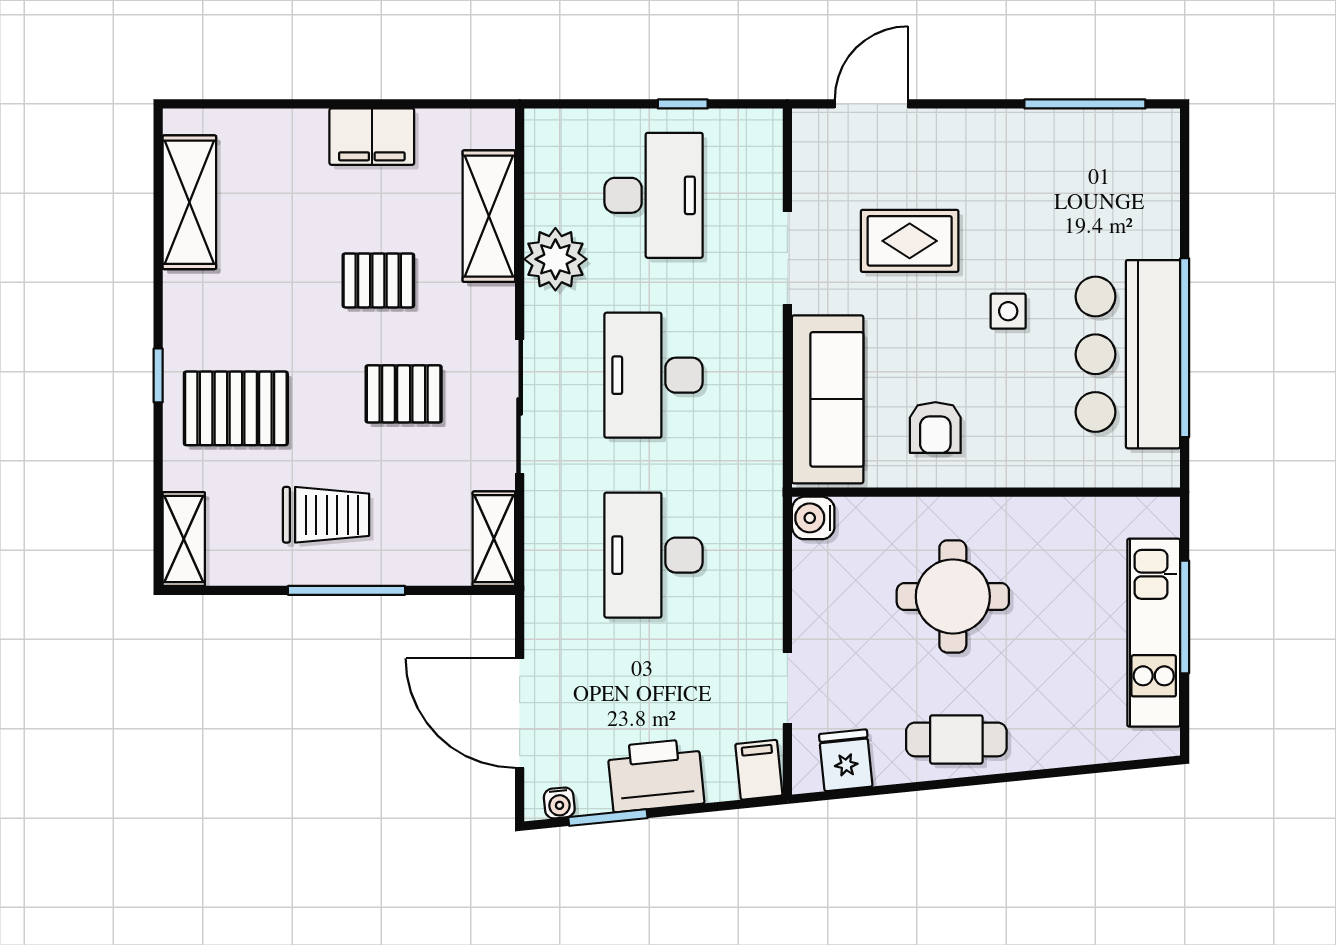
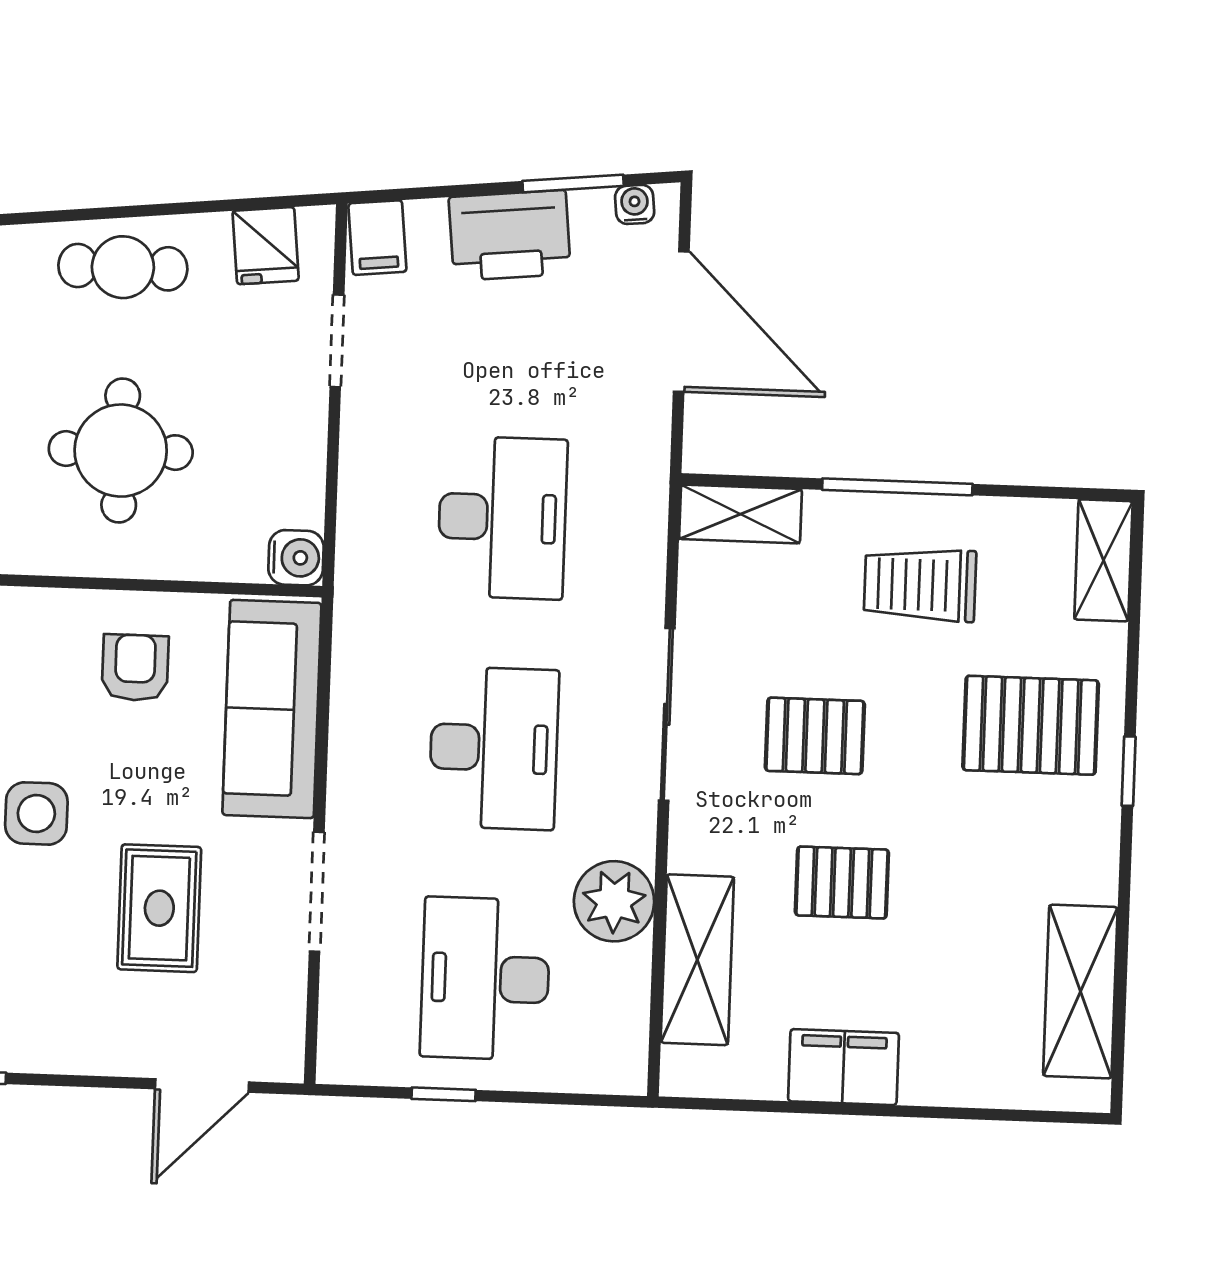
rug: (910, 241) -> (159, 908), turned 90
side table: (1008, 311) -> (36, 813), width x1.37, depth x1.37
shelving: (494, 539) -> (741, 514), moved, turned 90

